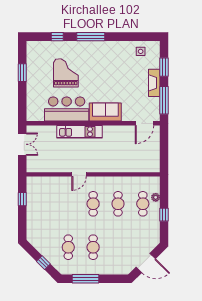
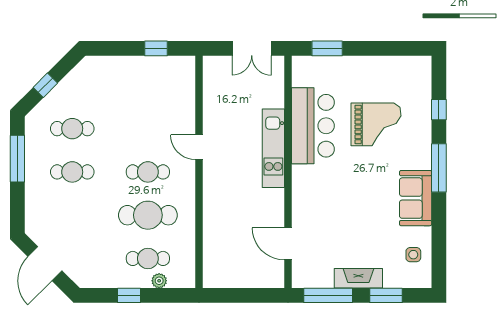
window: (22, 73) -> (327, 48), moved
sofa: (105, 112) -> (416, 198), moved, turned 180
door: (144, 123) -> (288, 244), moved
cafe table: (118, 204) -> (148, 215), width x1.37, depth x1.35

